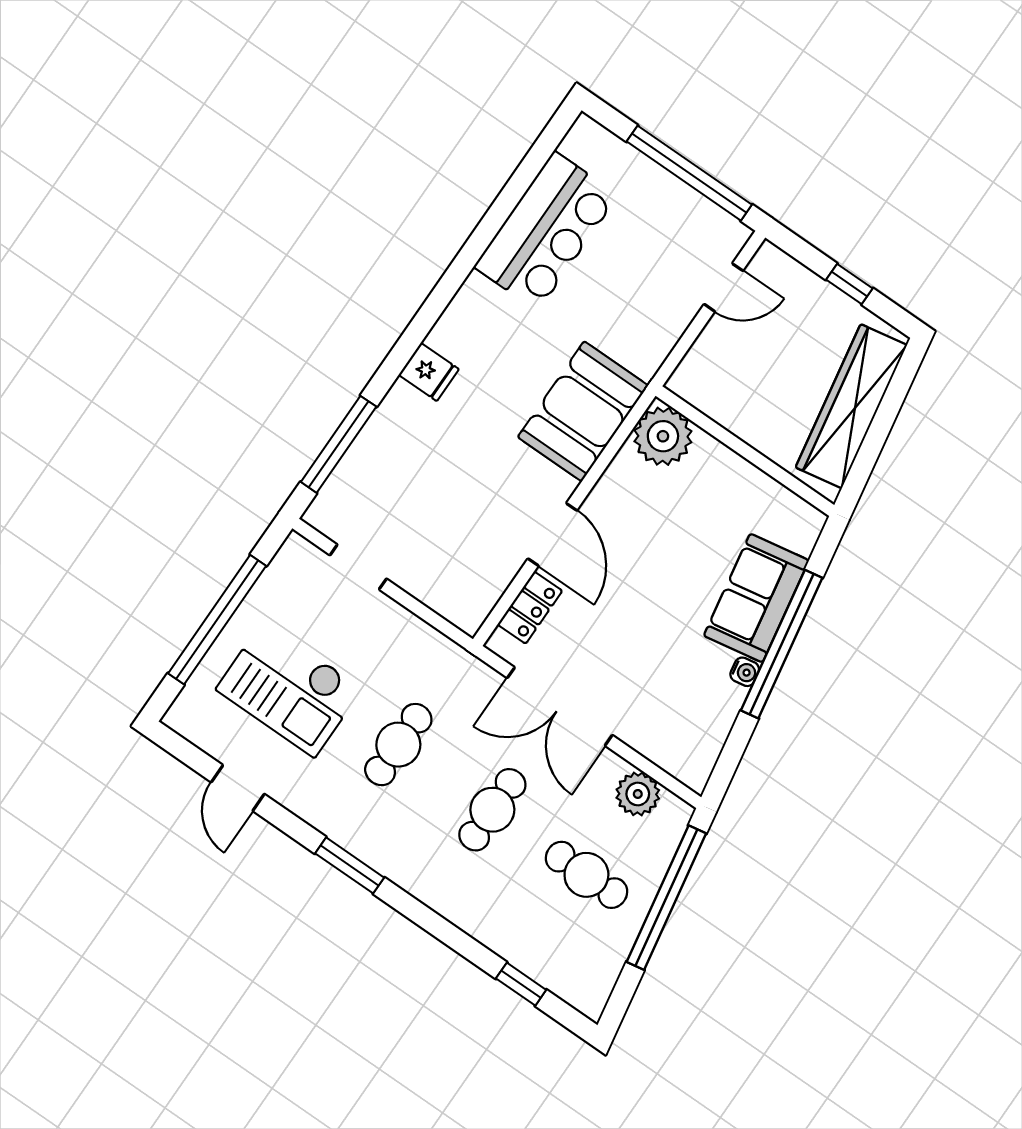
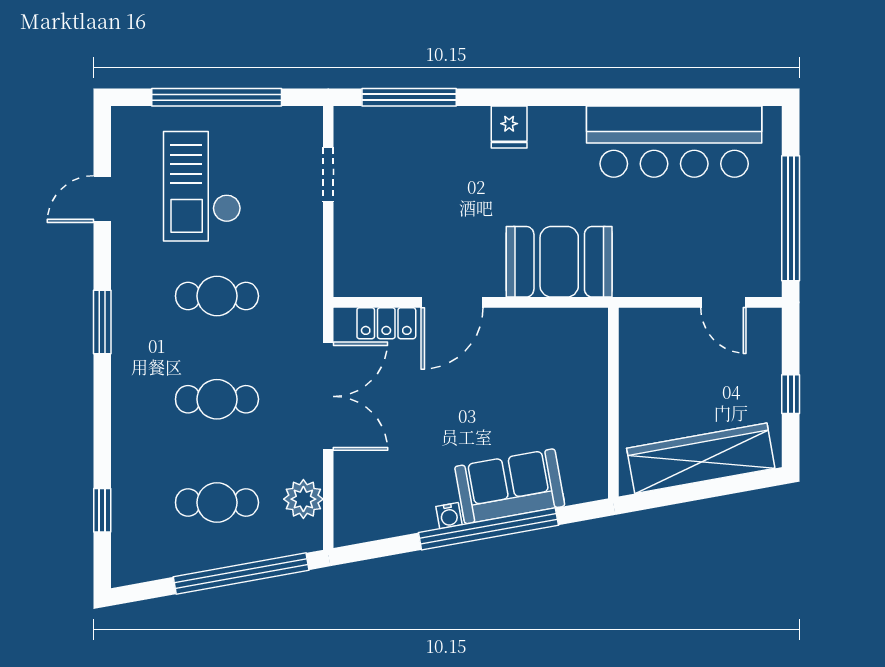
bar counter: (546, 231) -> (674, 142), width x1.36
plant: (663, 436) -> (582, 334), removed
double door: (560, 707) -> (328, 396), swing flipped
cafe table: (586, 875) -> (217, 503), turned 90

